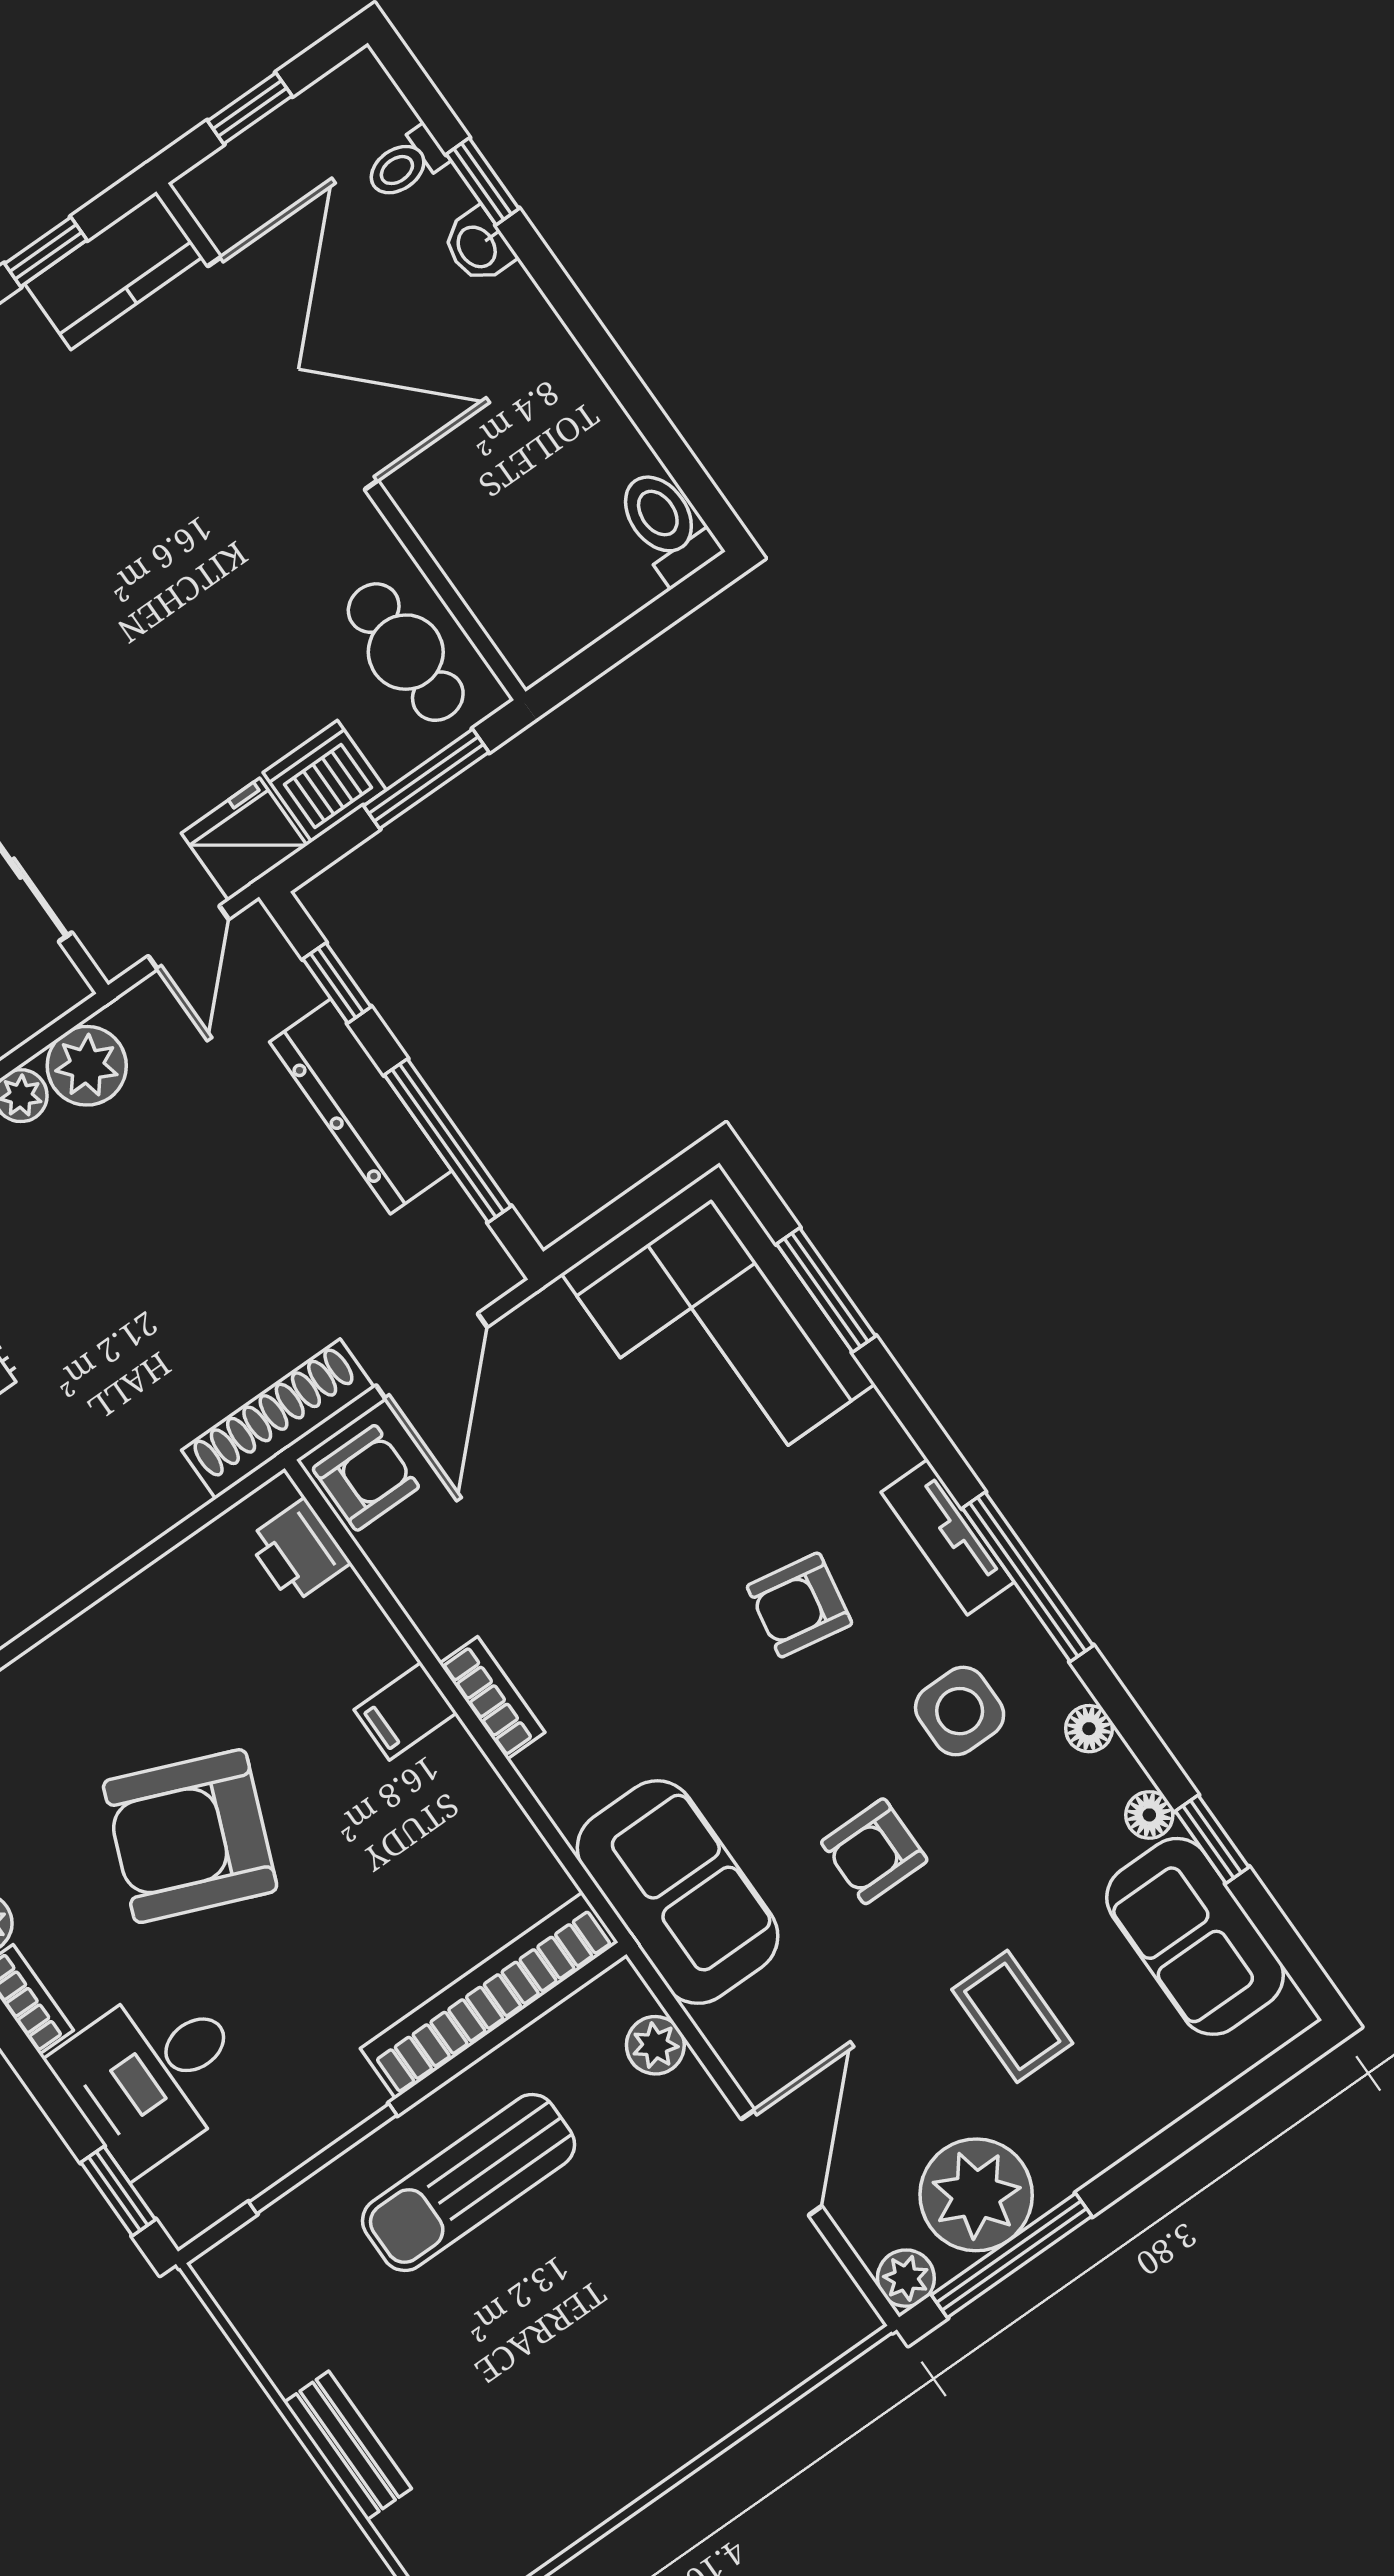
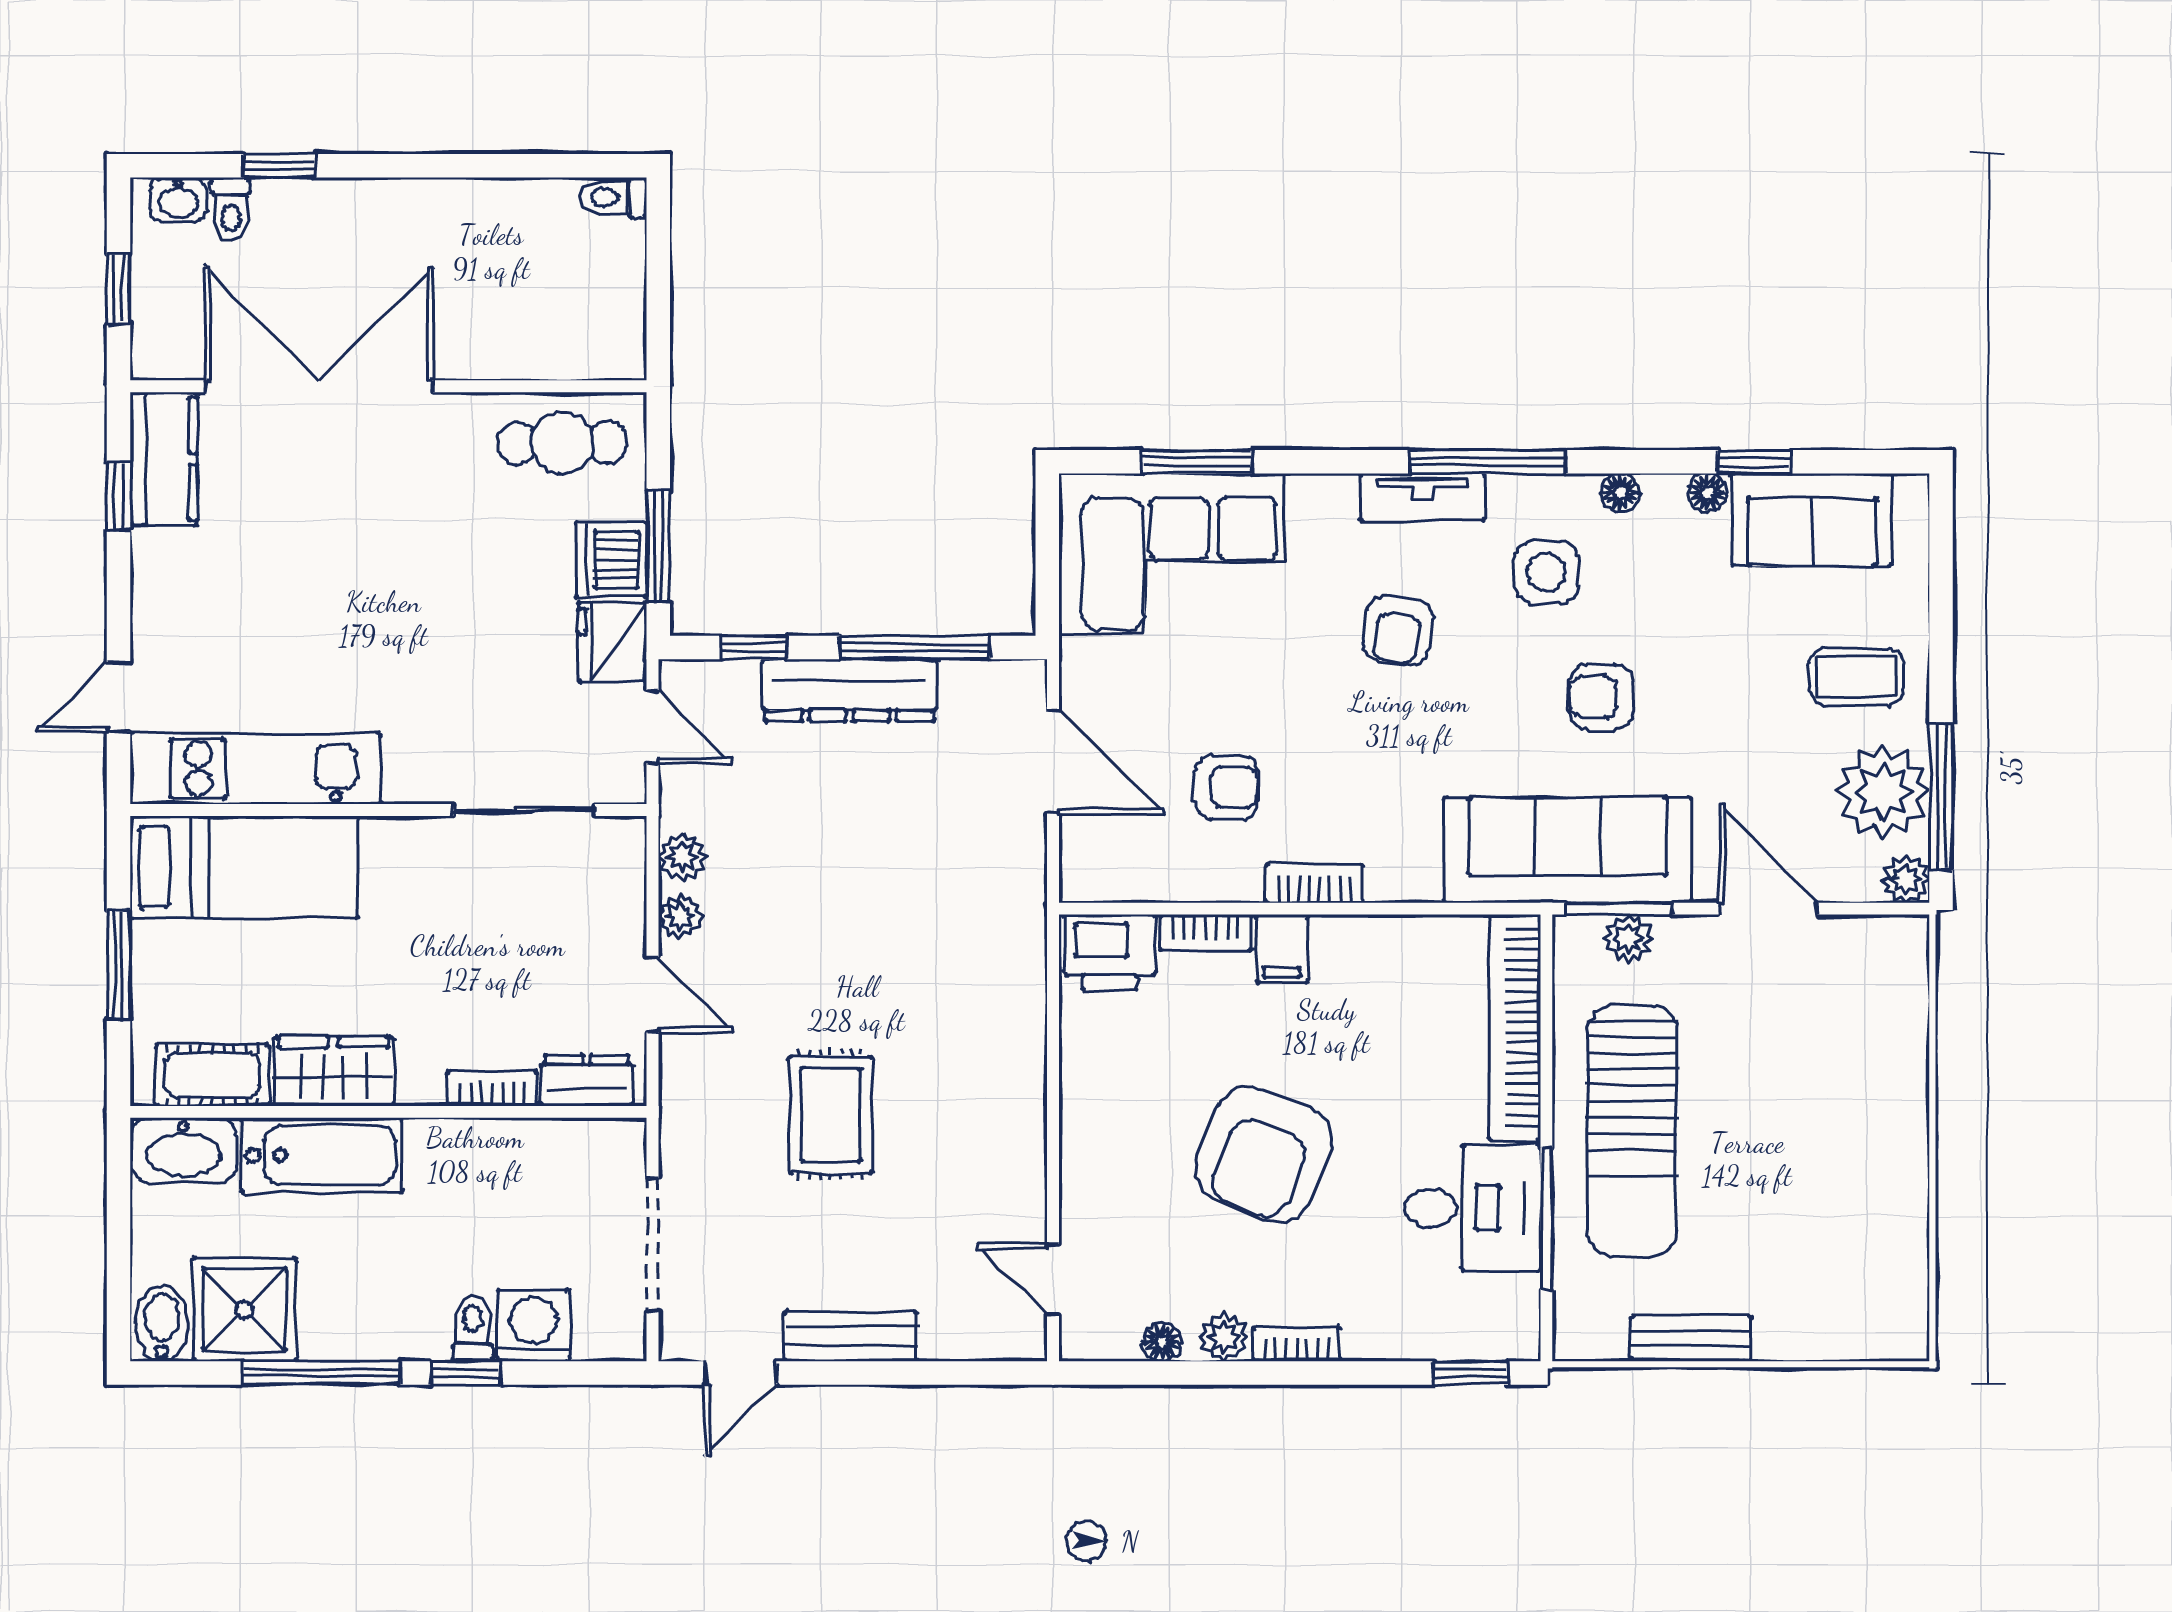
washbasin: (478, 246) -> (179, 200), moved
toilet: (667, 526) -> (614, 198), width x0.73, depth x0.72
window: (426, 779) -> (658, 546), moved
plant: (87, 1066) -> (682, 857), width x0.73, depth x0.73
shoe rack: (278, 1419) -> (1022, 896), removed
armchair: (366, 1478) -> (1226, 787), moved, turned 90
printer: (298, 1551) -> (1110, 952), width x1.36, depth x1.24
bookcase: (368, 1625) -> (1206, 933), added
armchair: (874, 1851) -> (1601, 697), turned 90
sofa: (678, 1892) -> (1568, 850), width x1.36
window: (678, 2015) -> (1619, 909), added
coffee table: (1012, 2016) -> (1856, 677), moved
desk: (153, 2074) -> (1473, 1208), moved, turned -90
sun lounger: (469, 2183) -> (1632, 1131), width x1.36, depth x1.34
bench: (348, 2446) -> (1691, 1339), moved

